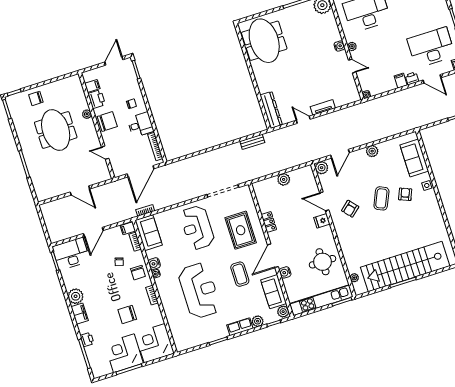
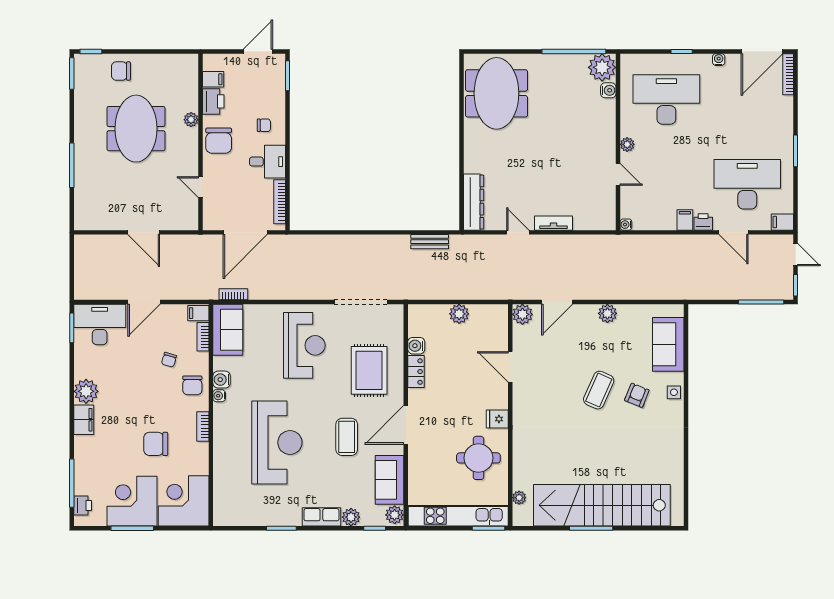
water cooler: (339, 46) -> (608, 90), moved
chair: (107, 122) -> (219, 141), turned 90
armchair: (350, 209) -> (546, 391), removed
fridge: (322, 221) -> (497, 419), moved
reception desk: (197, 228) -> (304, 345), turned 180
water cooler: (285, 272) -> (416, 346), moved
printer: (87, 340) -> (83, 505), moved

